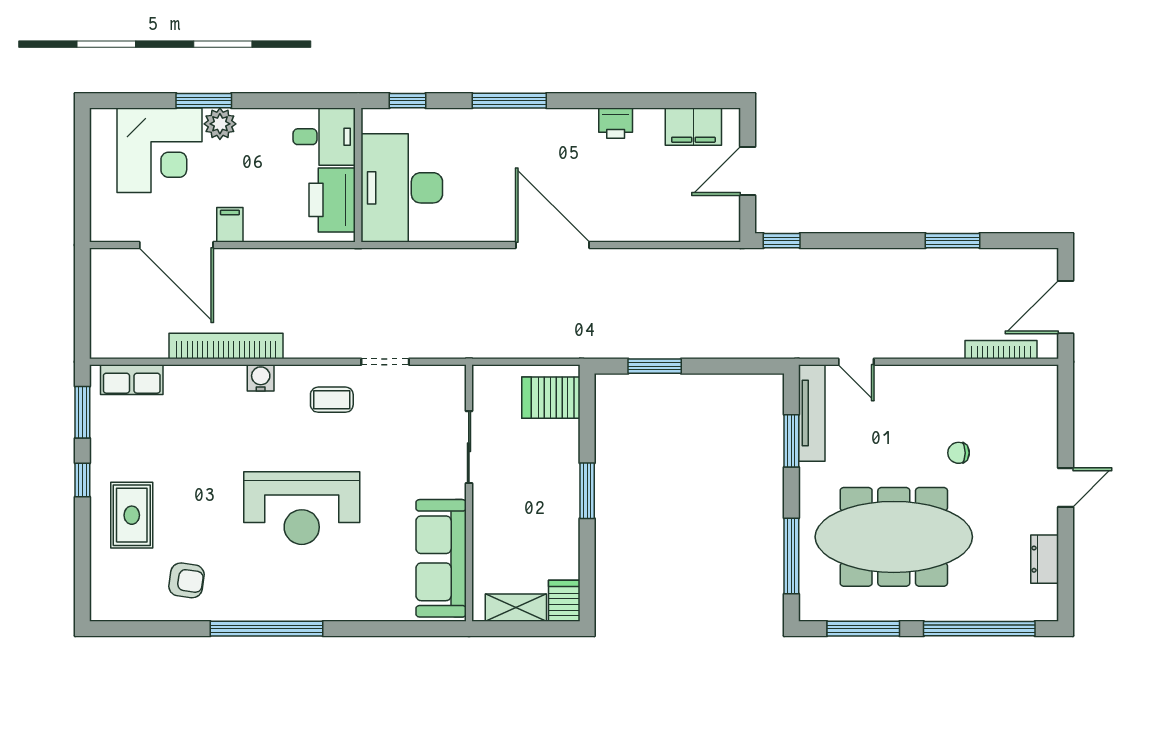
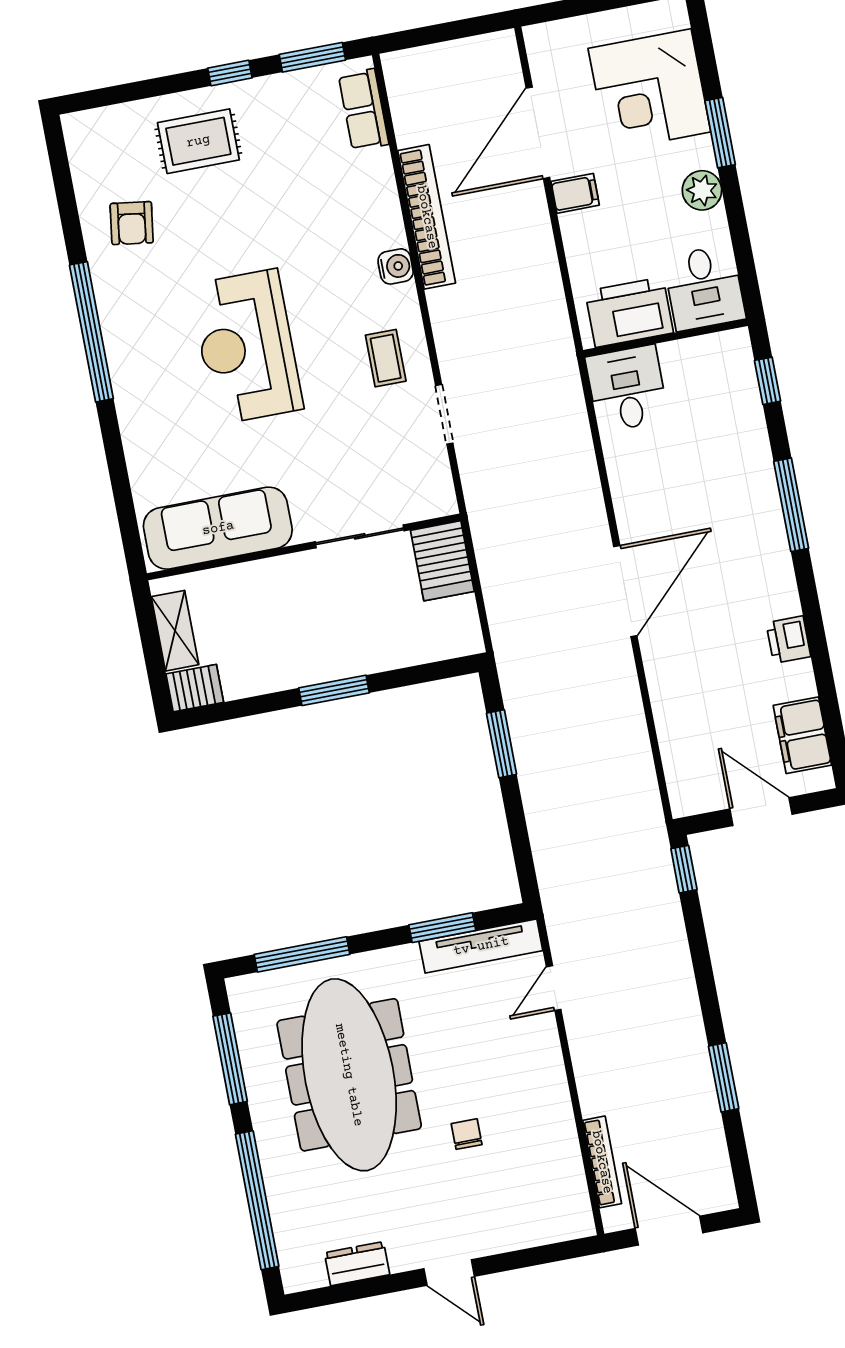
plant: (220, 124) -> (702, 190), moved
desk: (402, 188) -> (627, 389), width x0.53, depth x0.77
server rack: (551, 398) -> (442, 561), moved, turned 180

